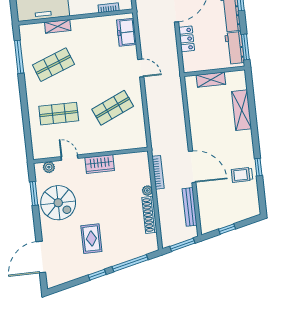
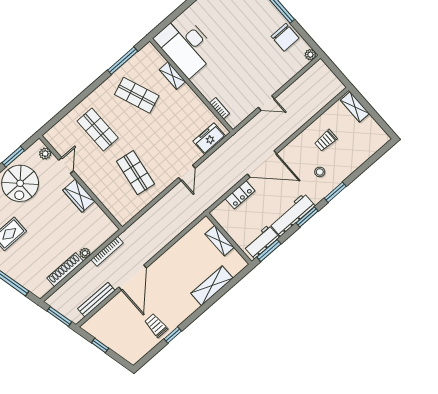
shop shelf: (113, 108) -> (135, 173), turned 33

